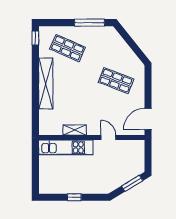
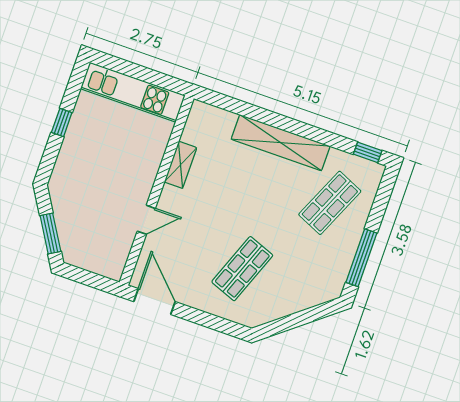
kitchen unit: (66, 147) -> (133, 92), moved, turned -90

